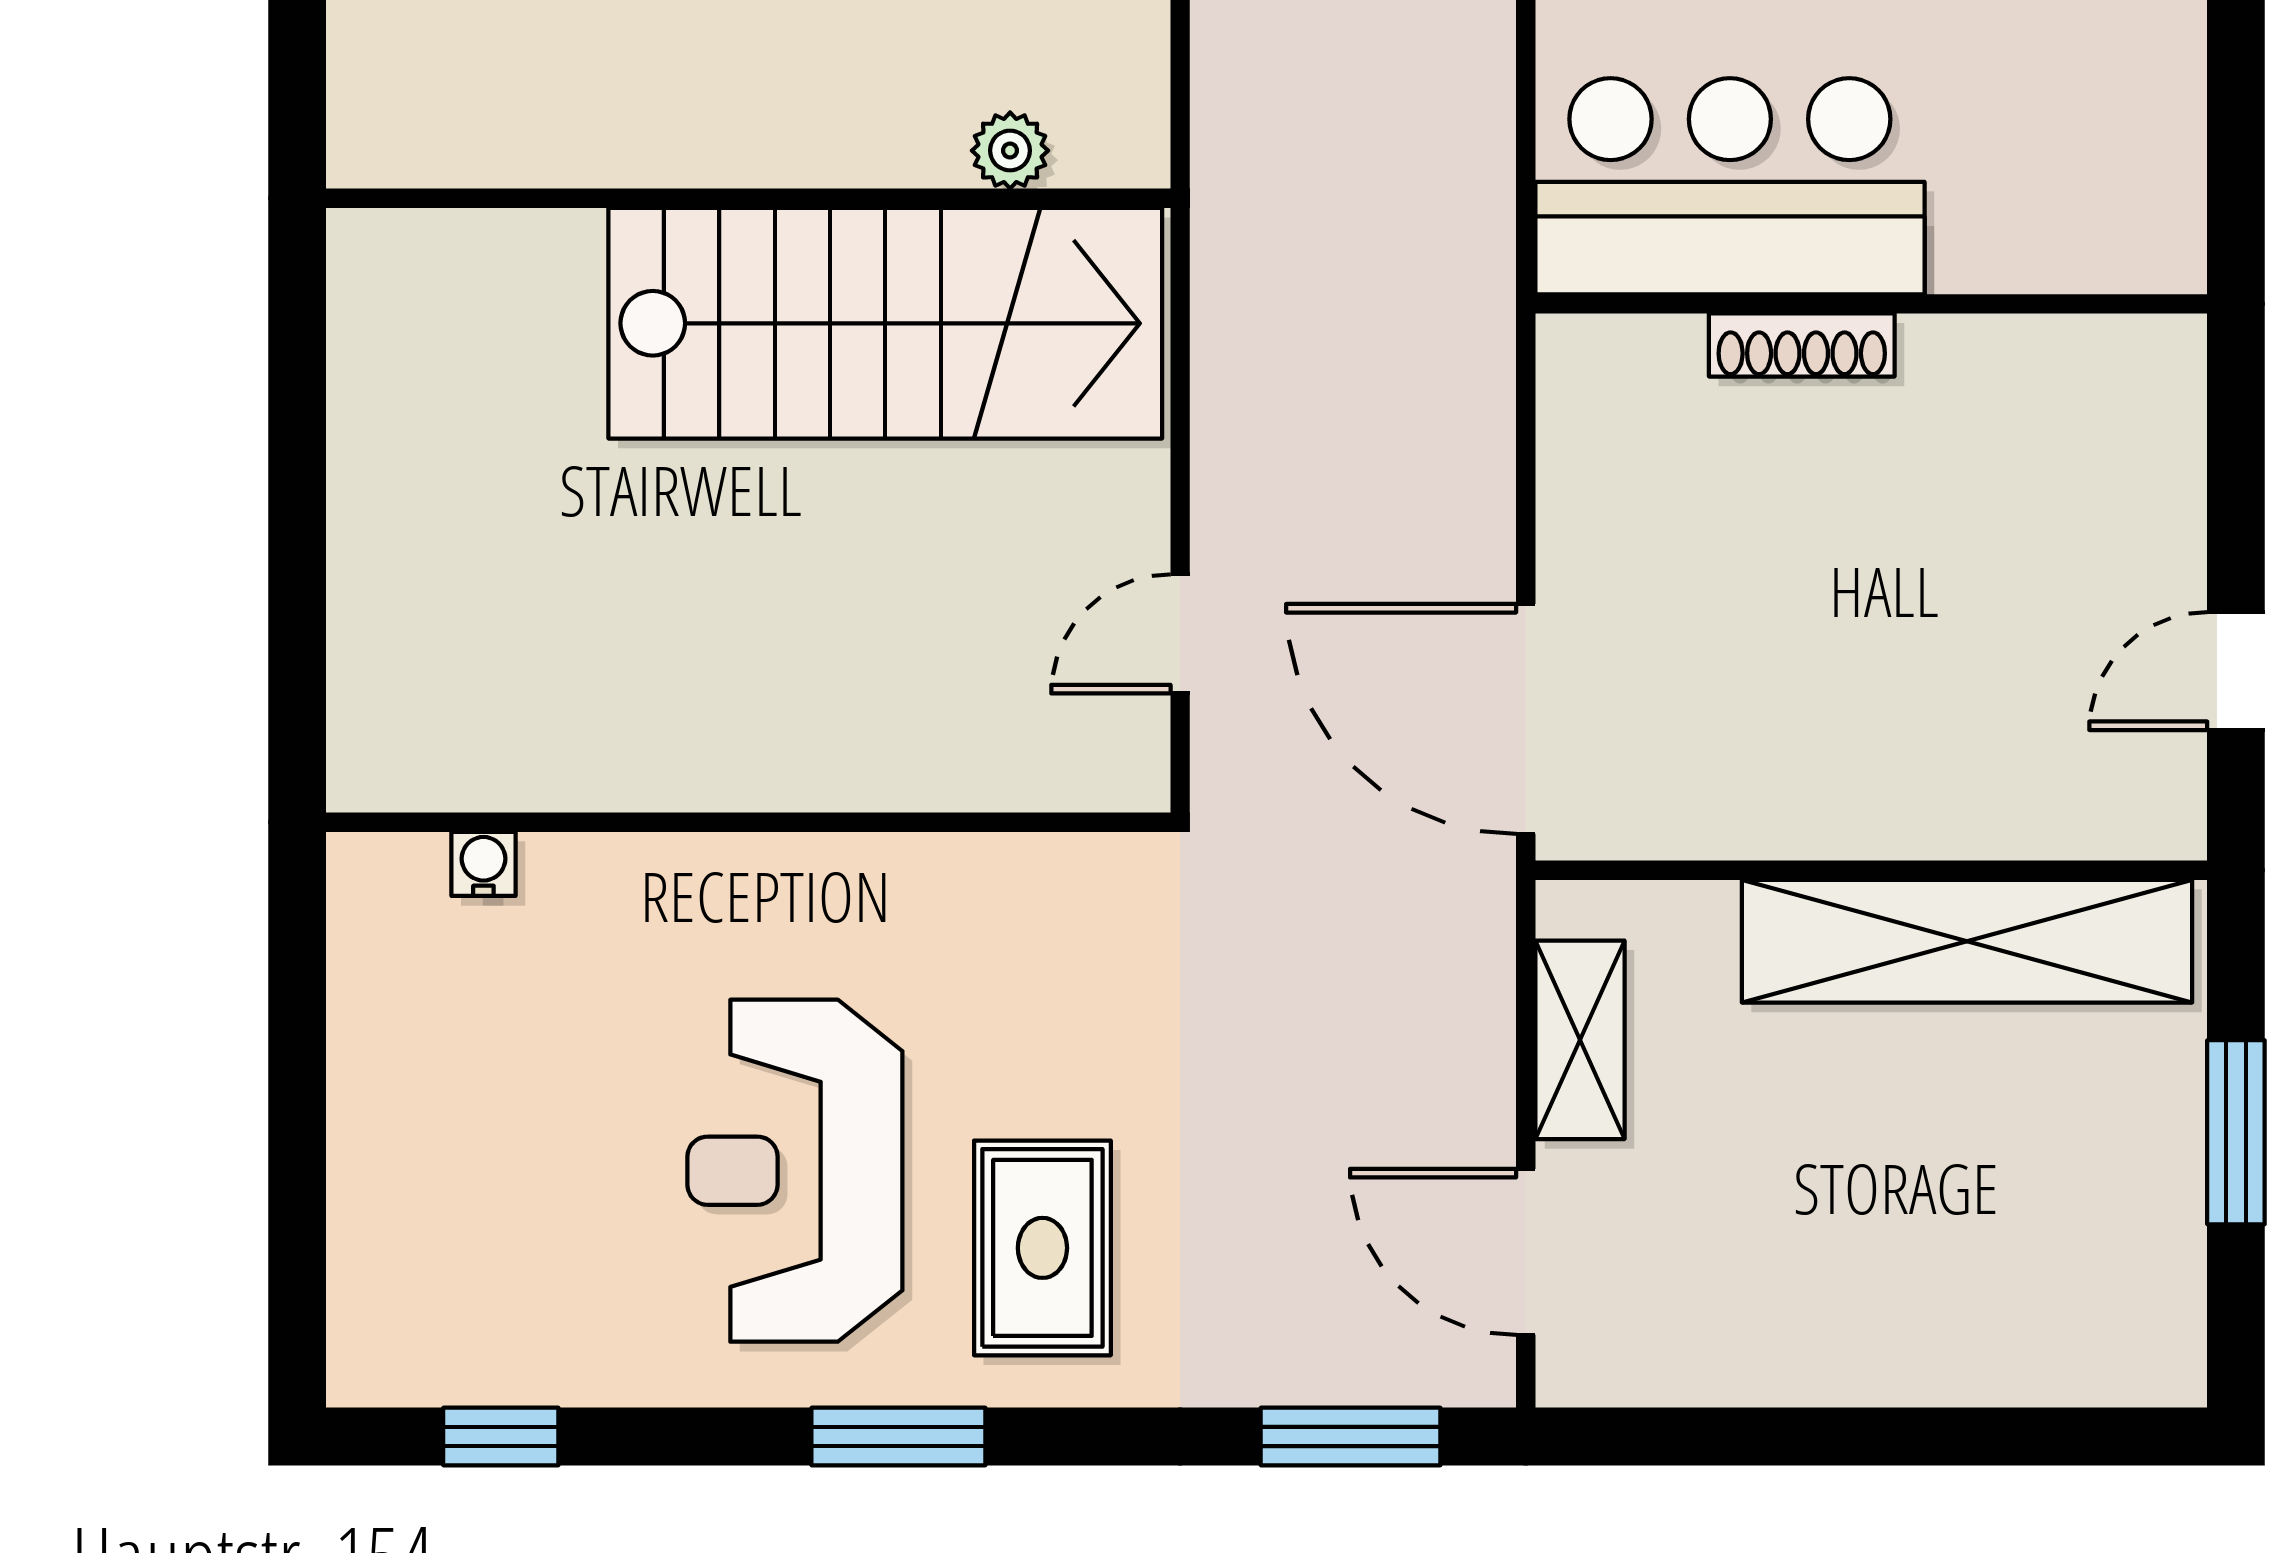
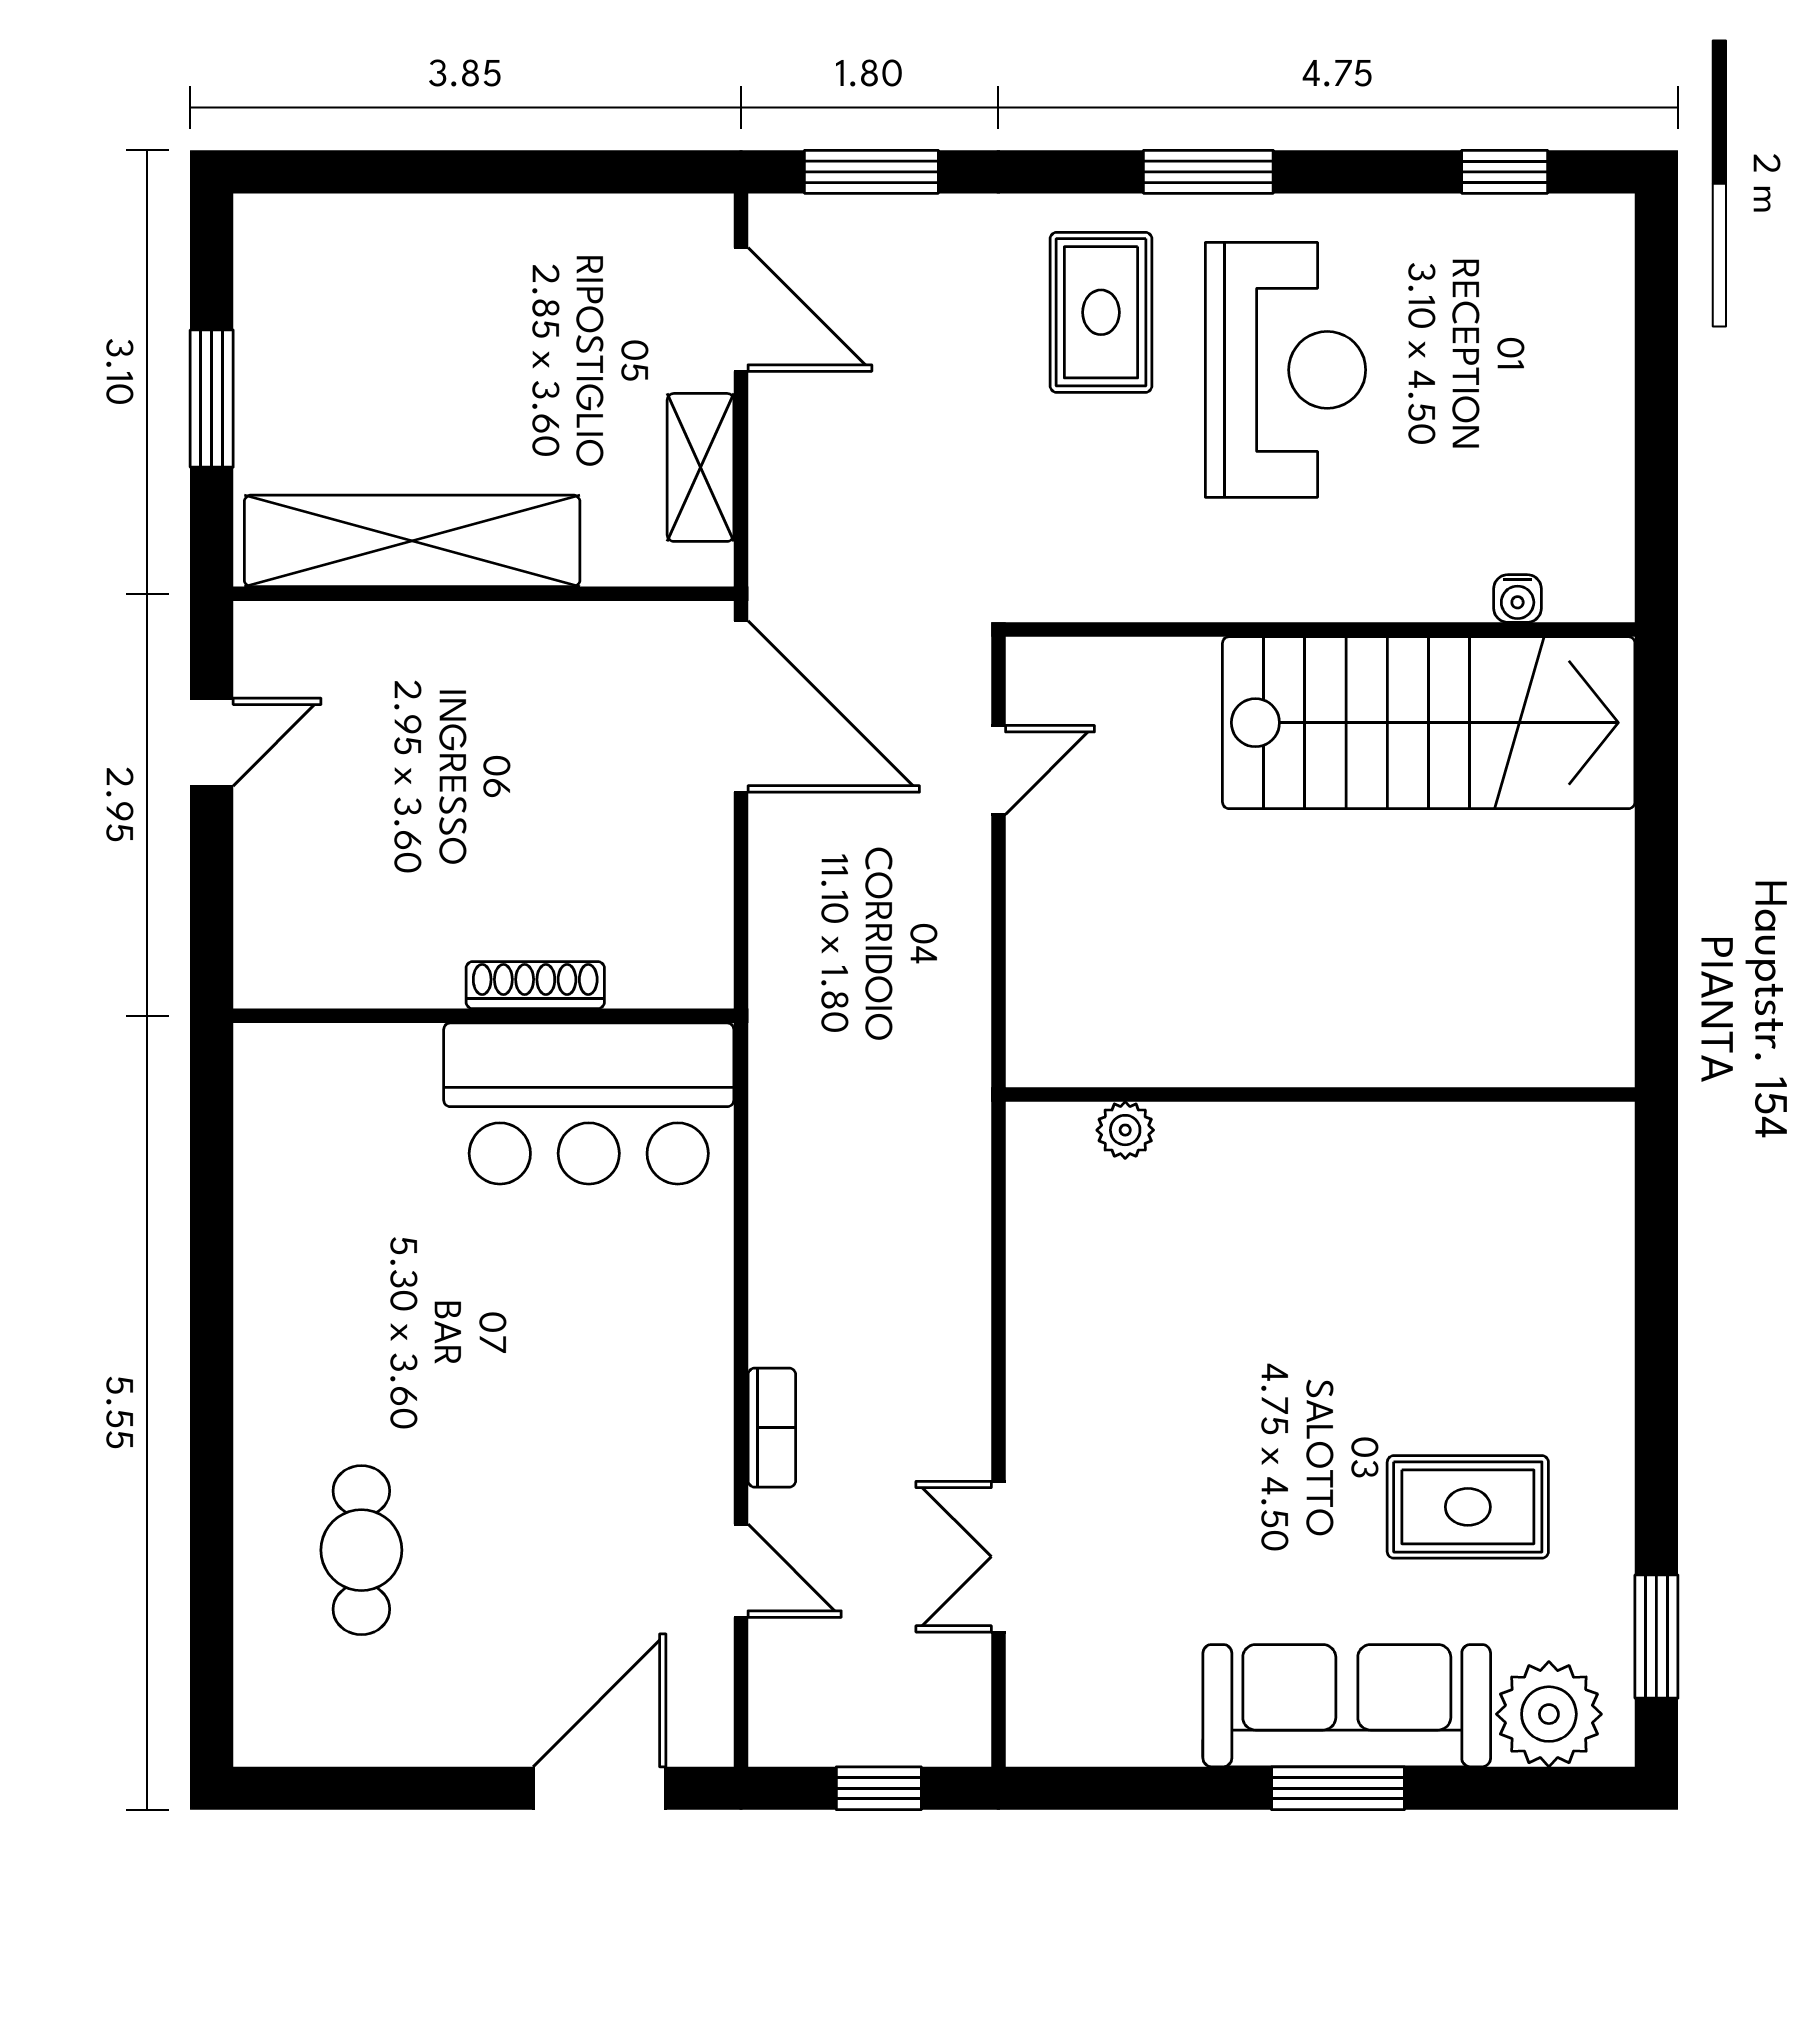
stairs: (885, 323) -> (1429, 723), moved, turned 180

